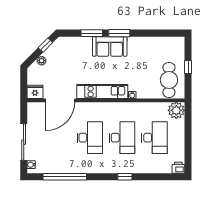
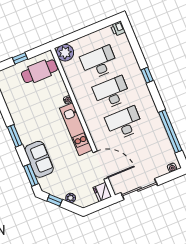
window: (92, 33) -> (31, 175), moved
sofa: (110, 46) -> (39, 159), moved
sliding door: (24, 142) -> (139, 189), moved

